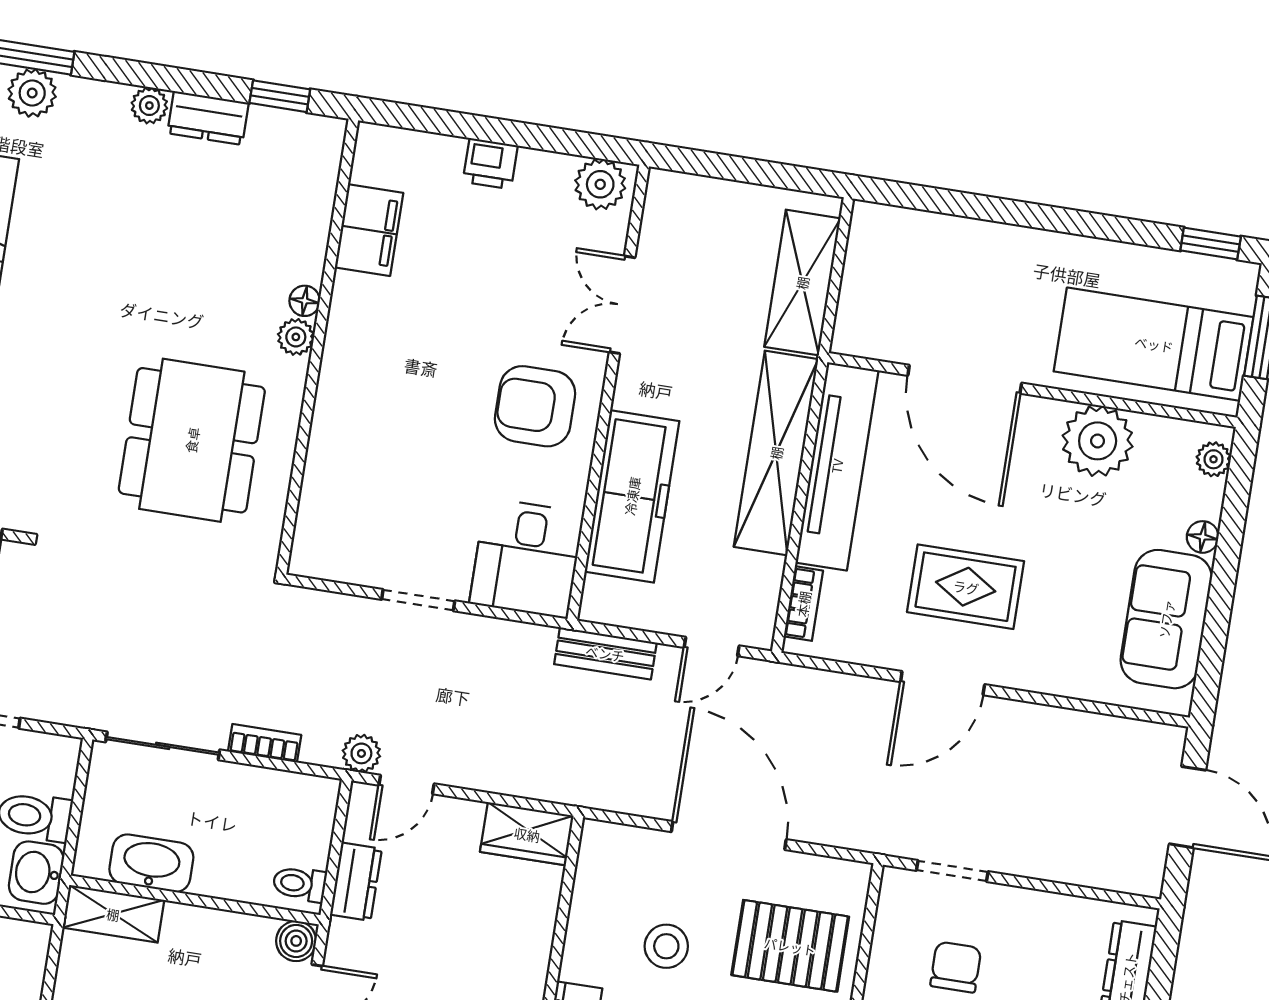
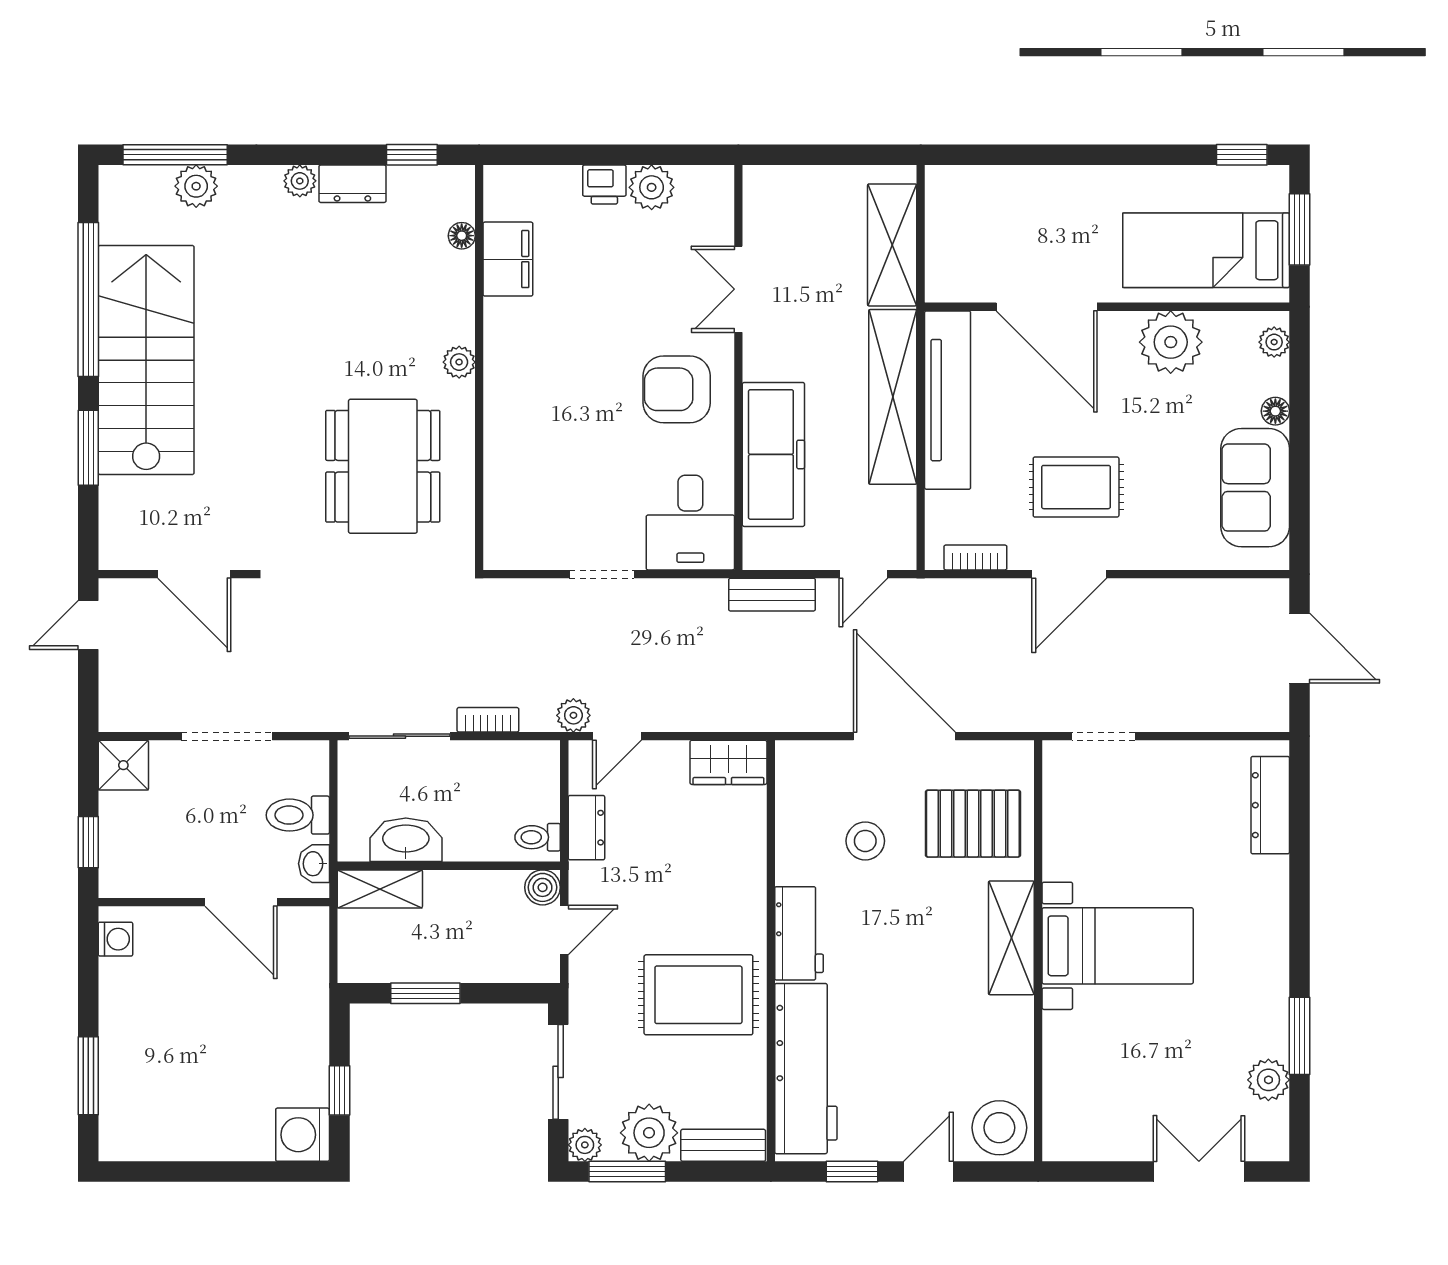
plant: (600, 184) -> (652, 187), moved
floor lamp: (305, 301) -> (462, 236), moved
bookcase: (803, 604) -> (975, 557), moved, turned -90
washbasin: (36, 873) -> (314, 864), width x0.72, depth x0.69
chair: (956, 967) -> (1120, 819), removed

